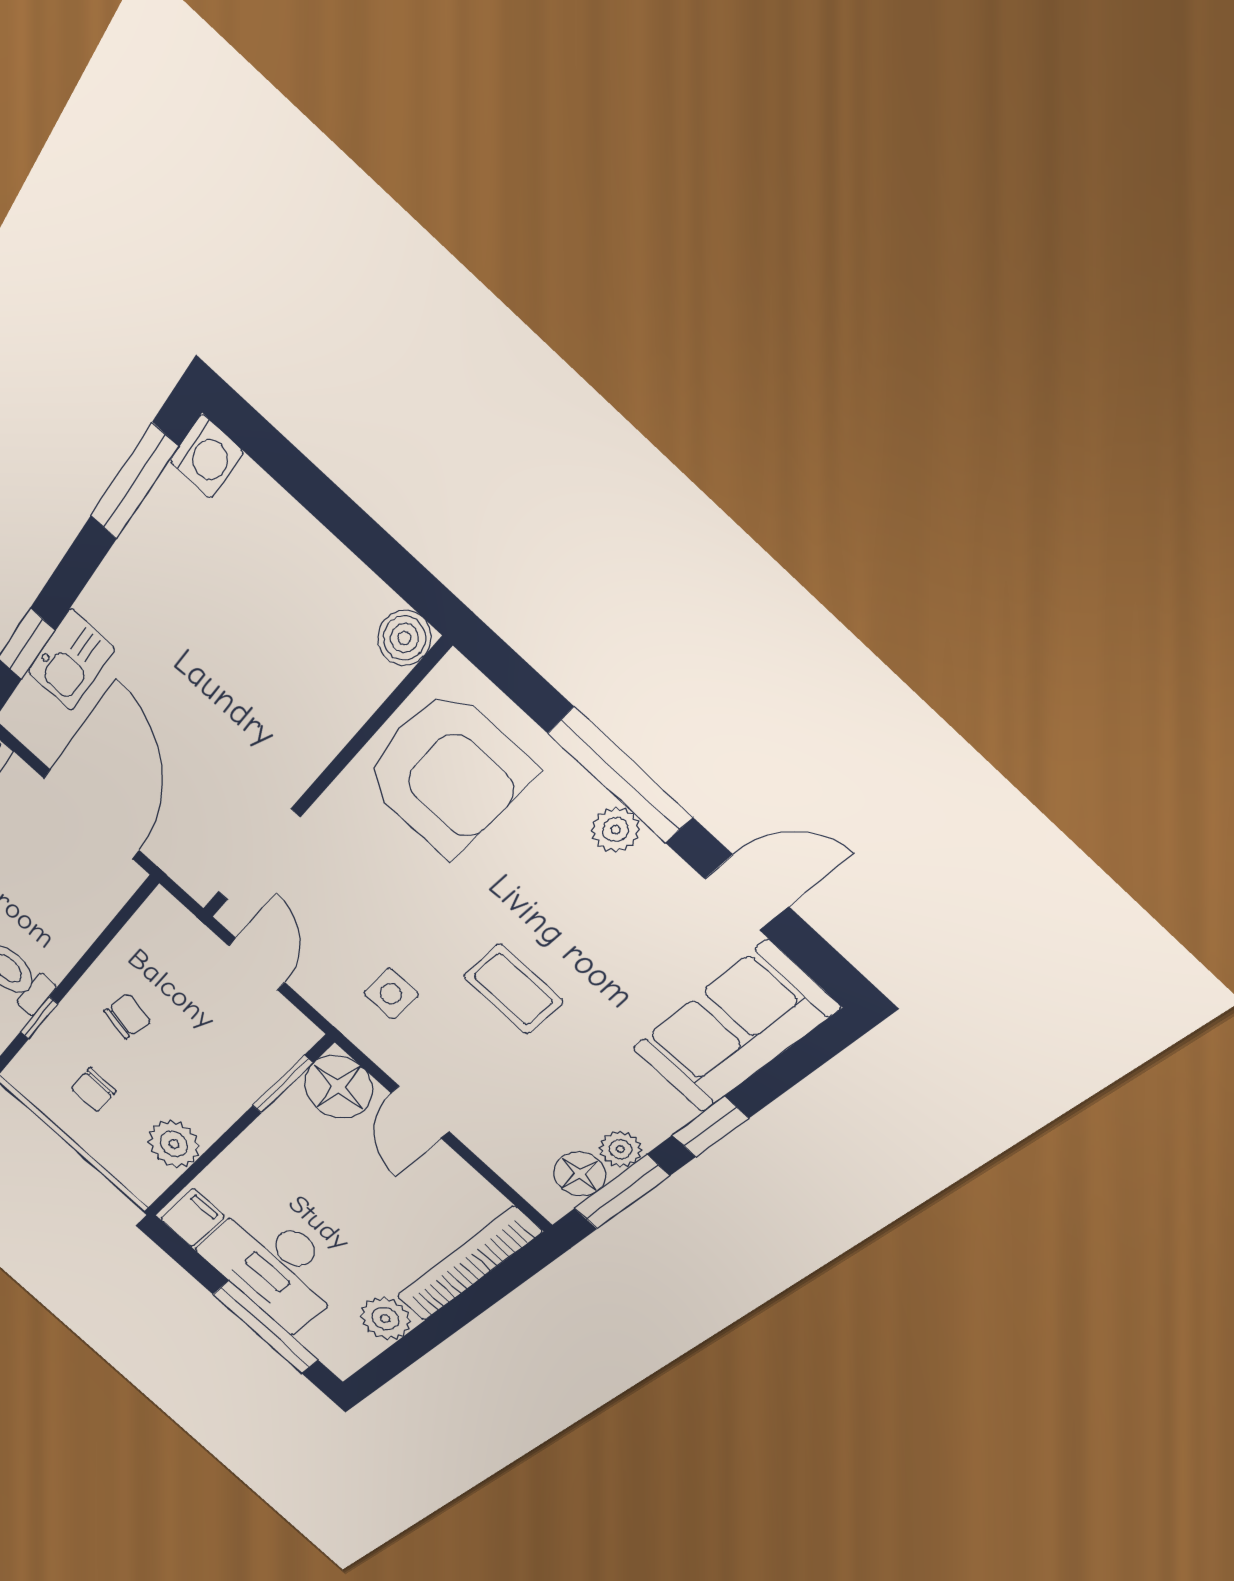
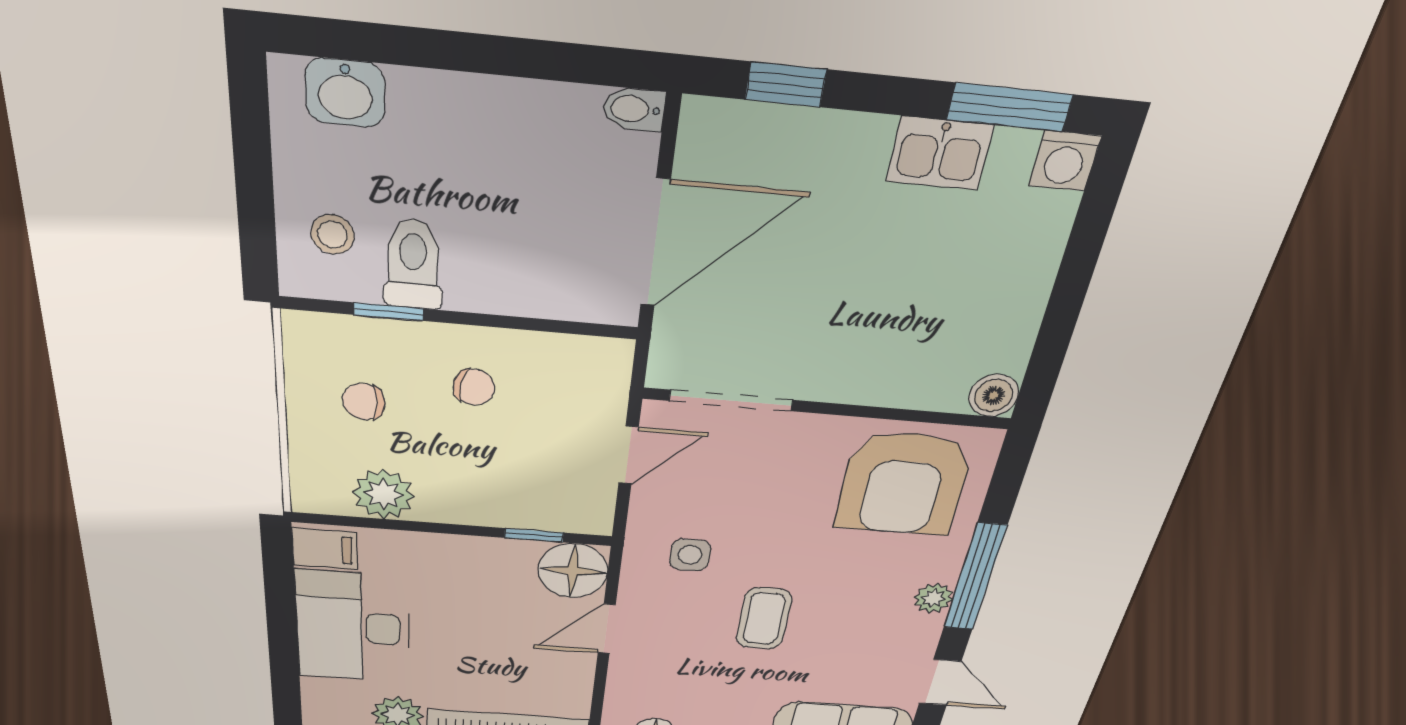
kitchen sink: (71, 660) -> (940, 153), moved
window: (282, 1085) -> (534, 535), width x0.67
window: (265, 1327) -> (284, 655), removed

